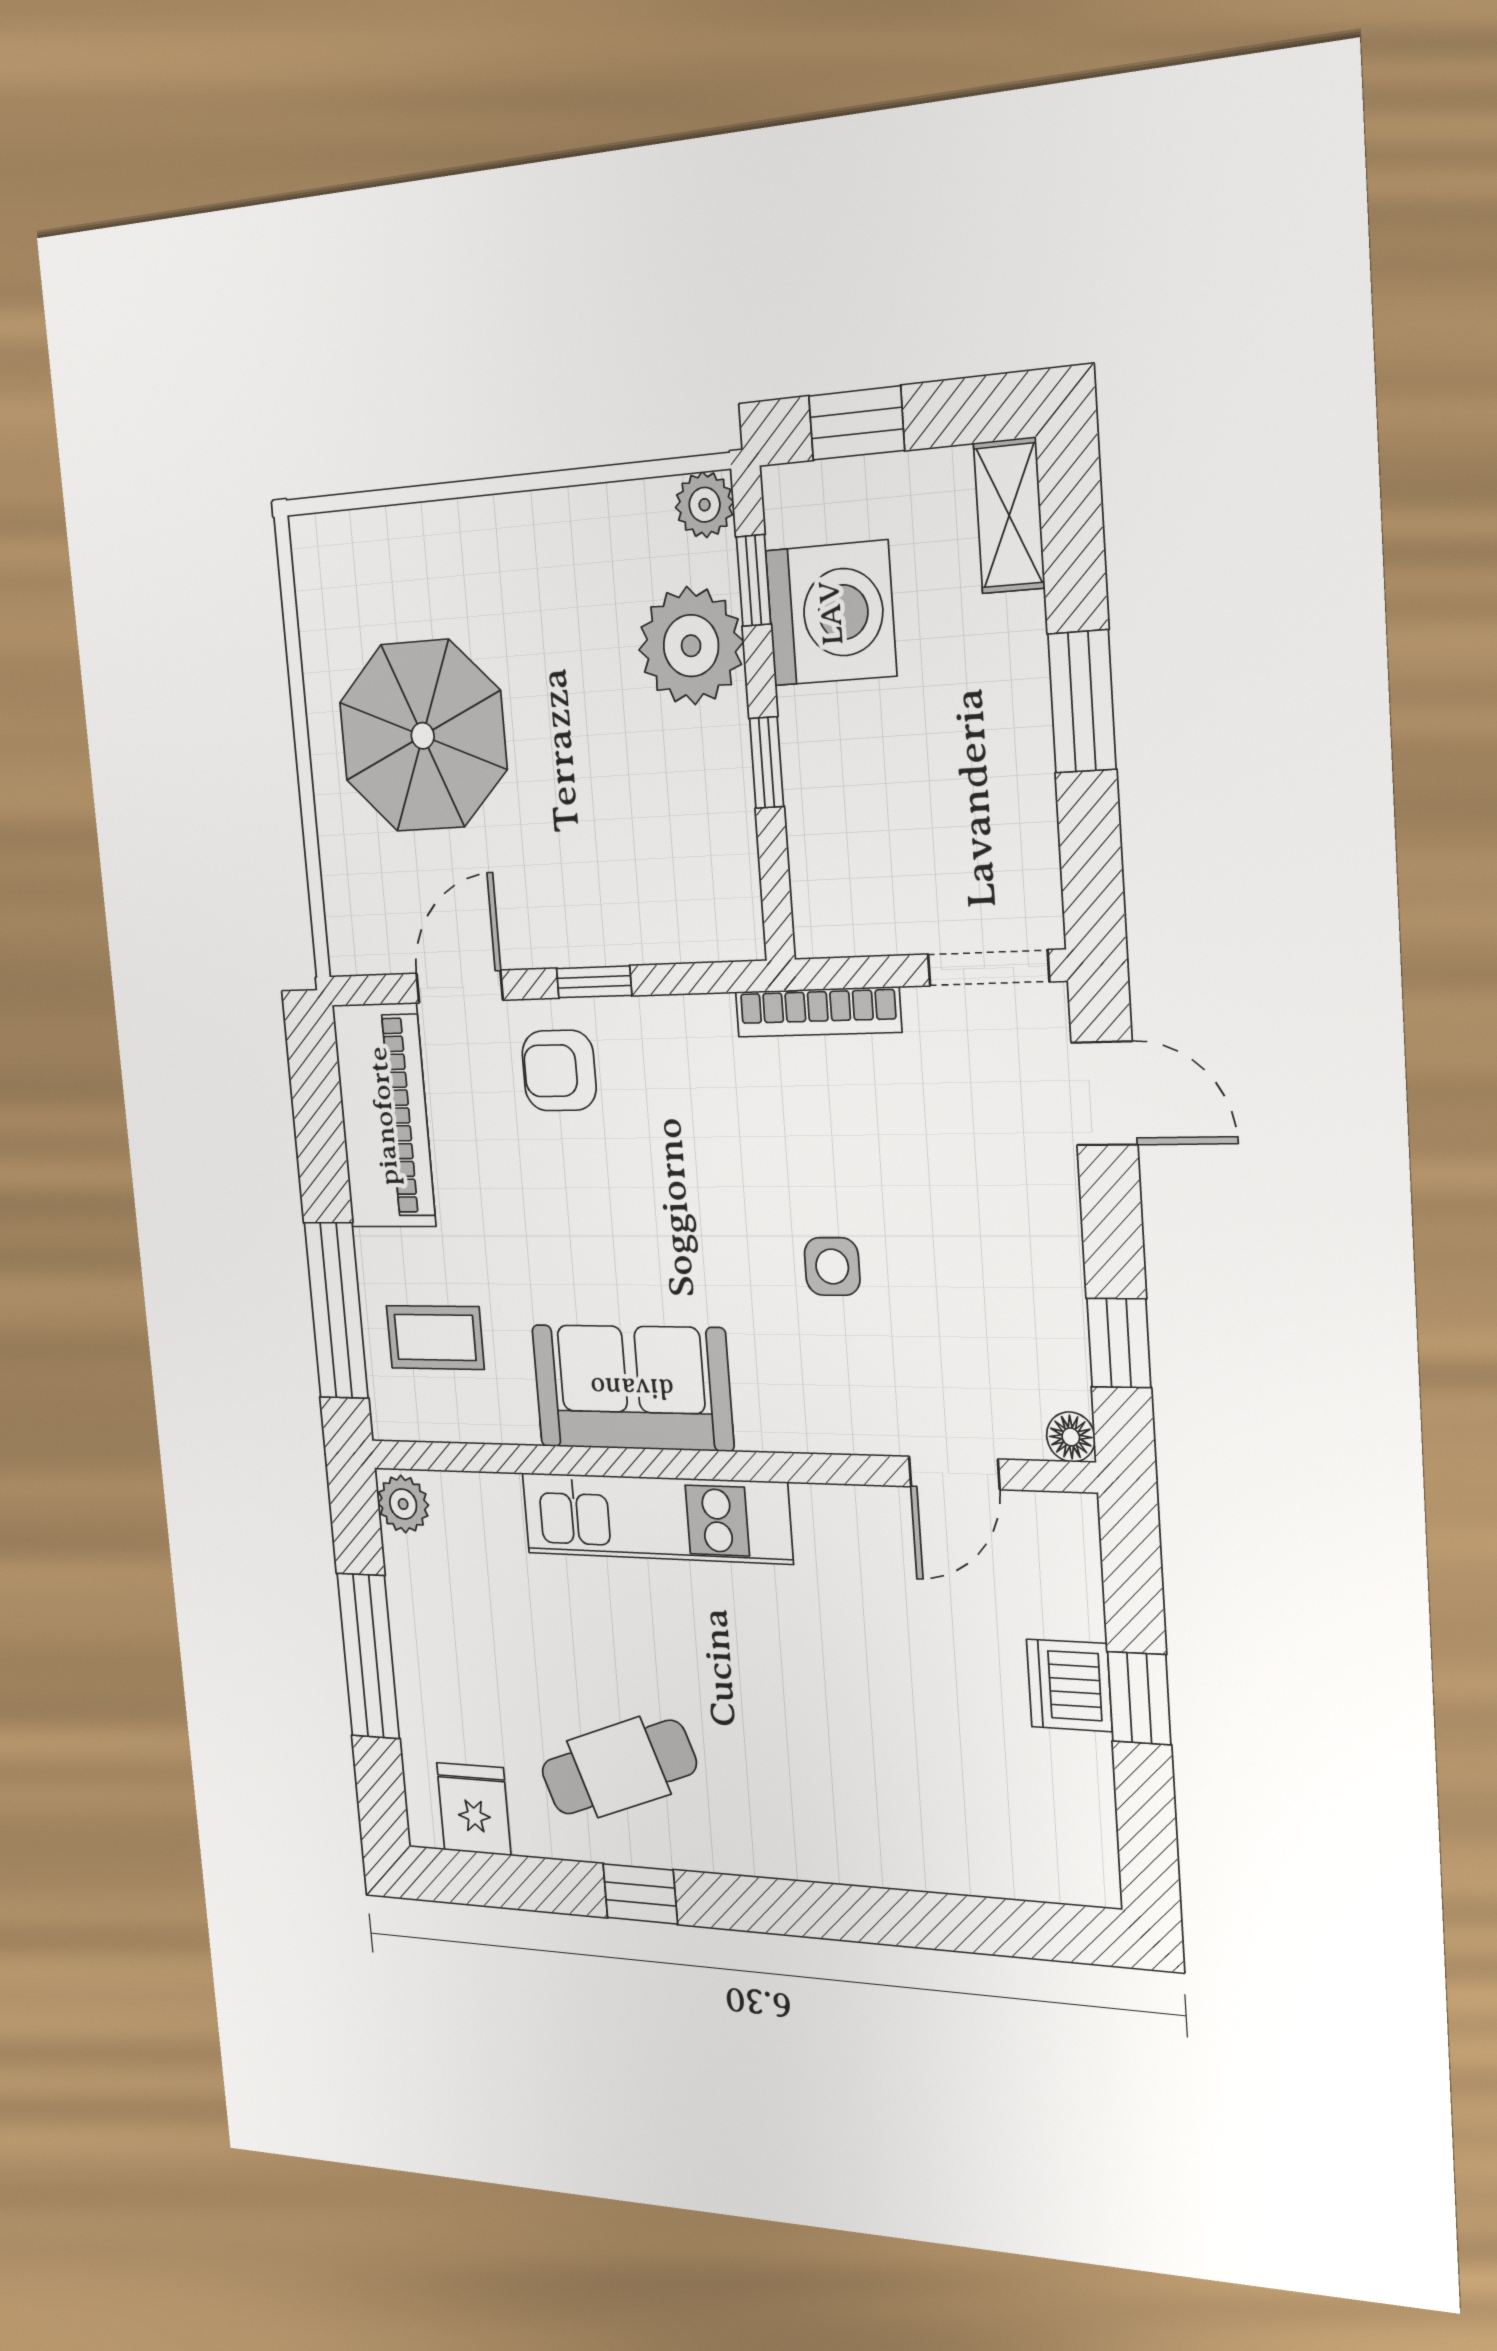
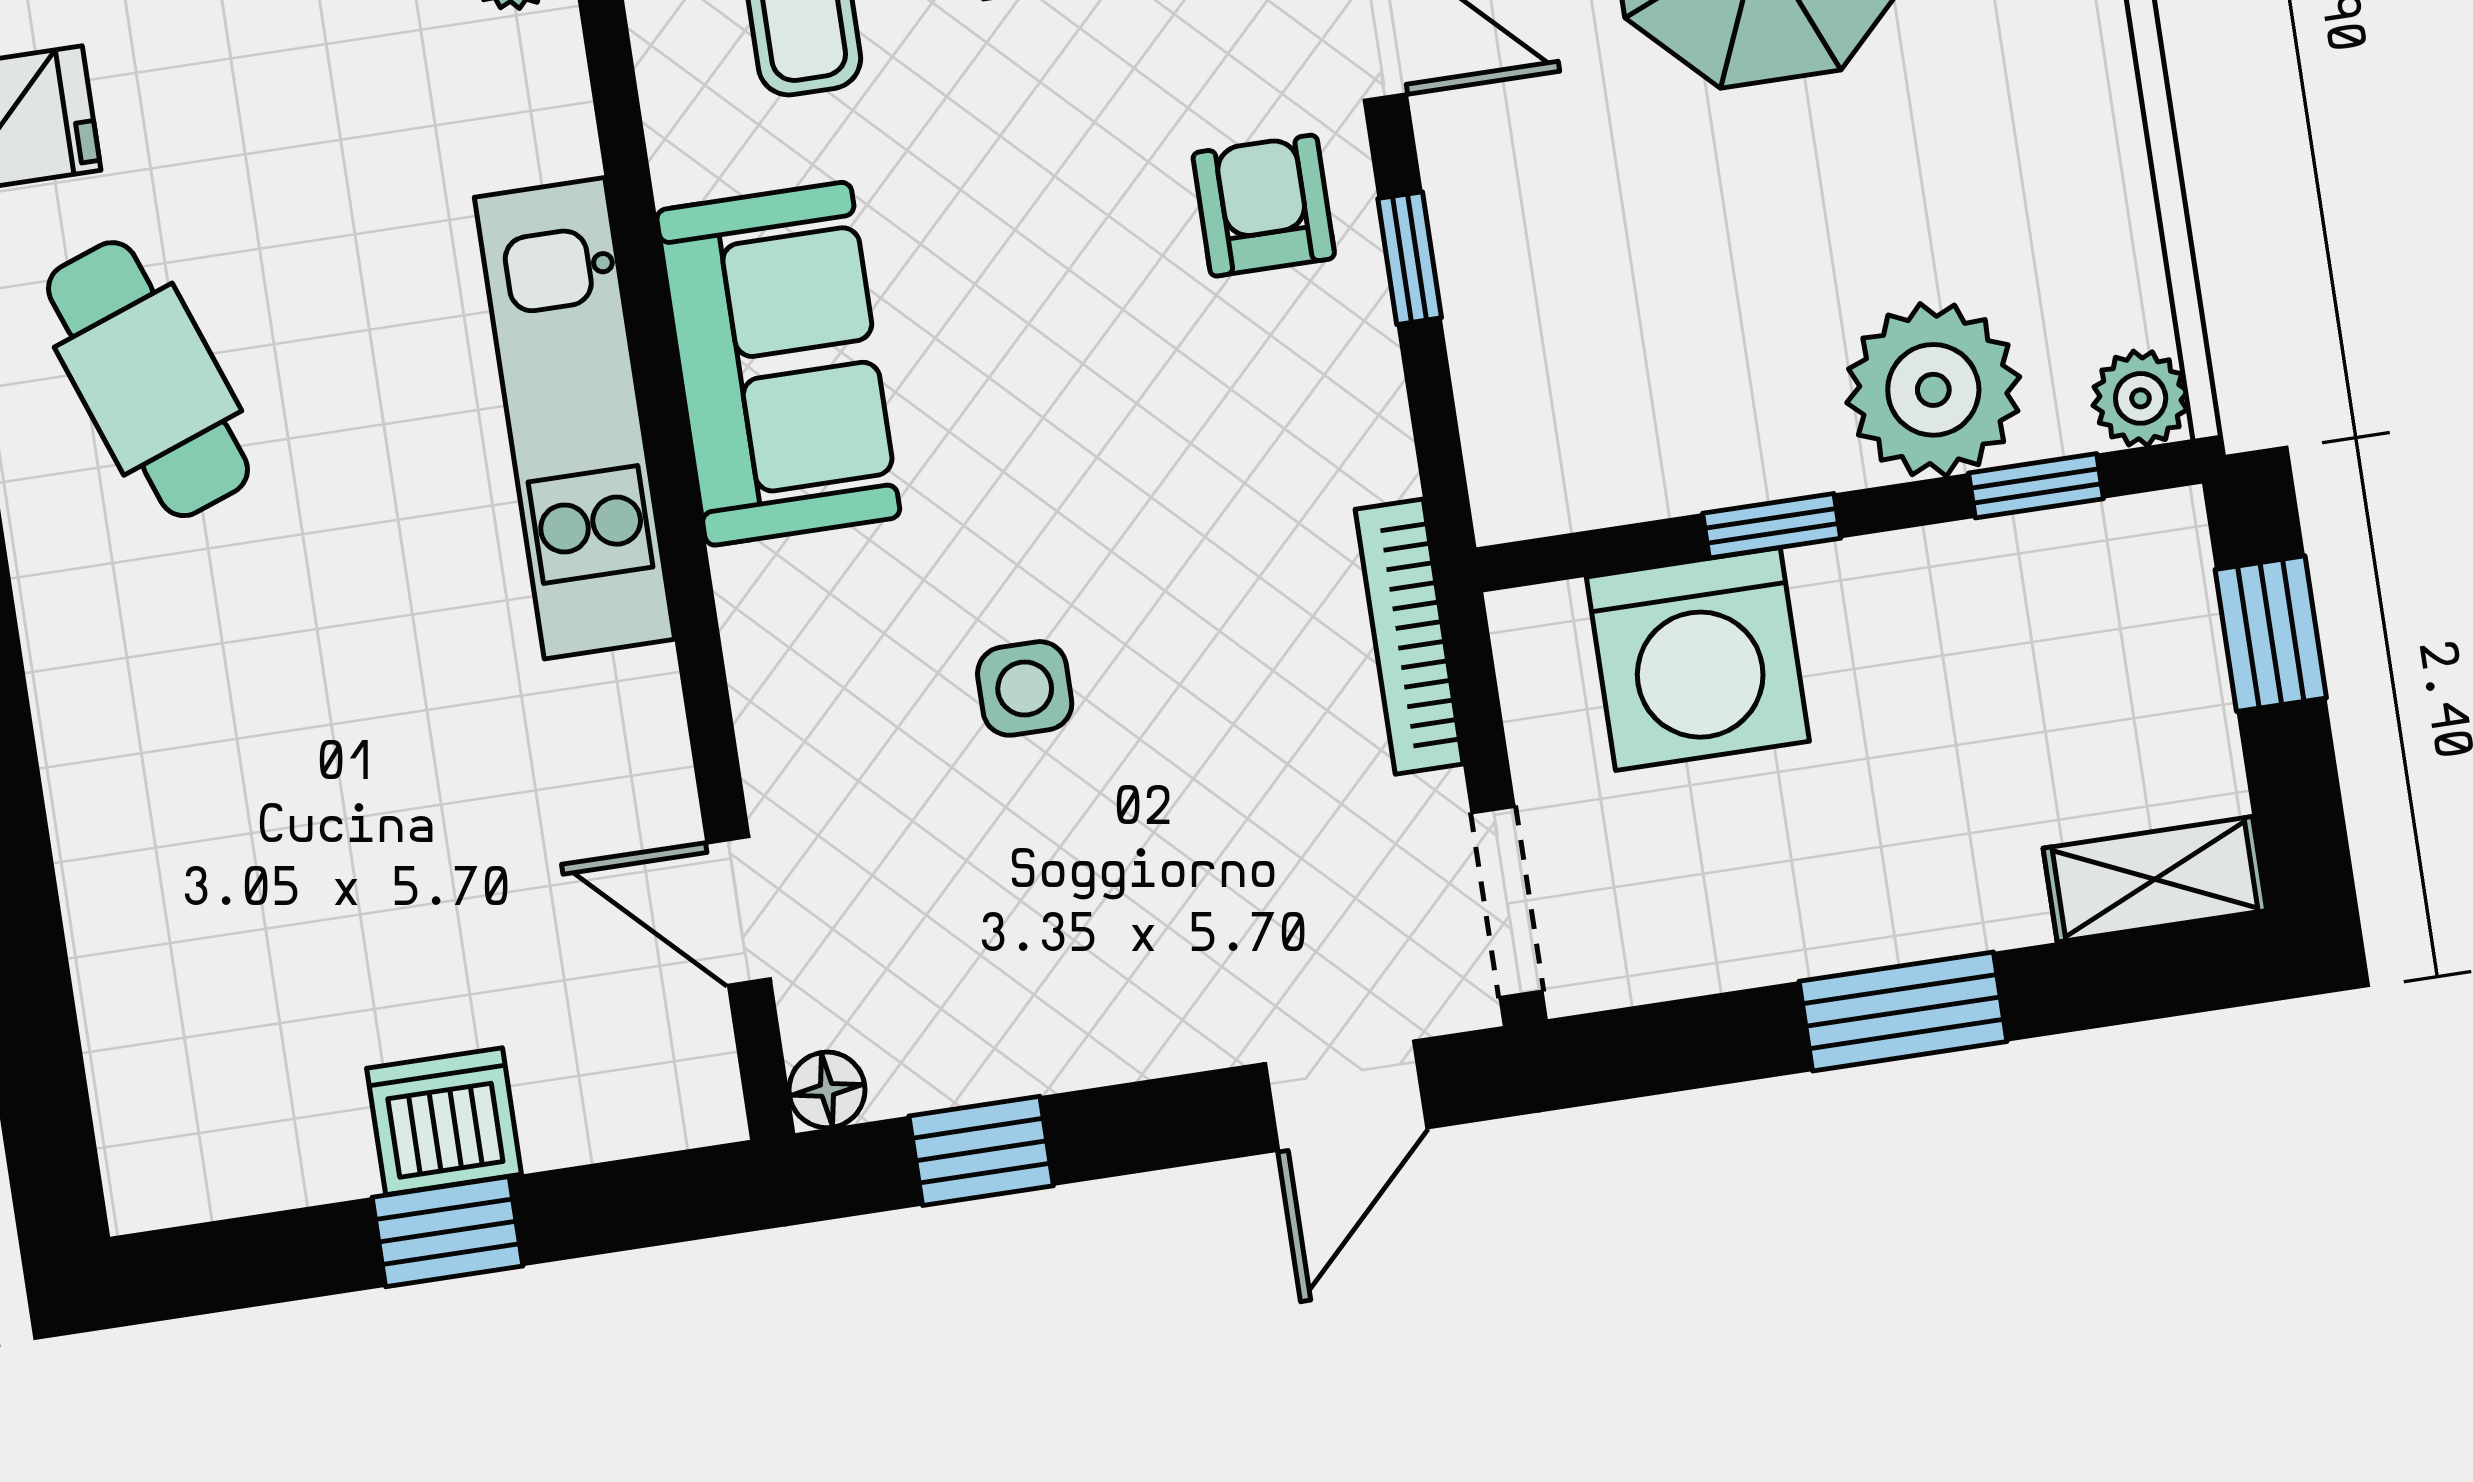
washing machine: (831, 613) -> (1698, 659), moved

